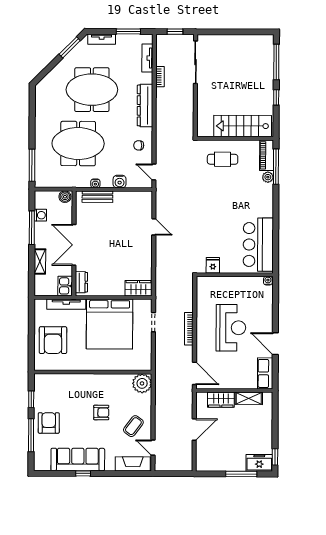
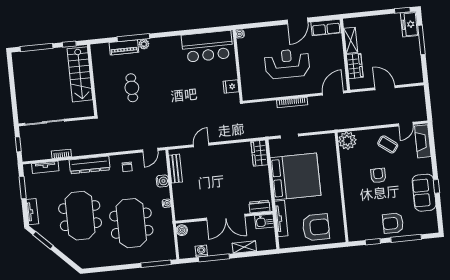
stairs: (243, 126) -> (80, 74), moved
wall: (235, 138) -> (92, 80), moved
bench: (97, 197) -> (175, 169), moved
sofa: (78, 459) -> (424, 193), width x0.73

